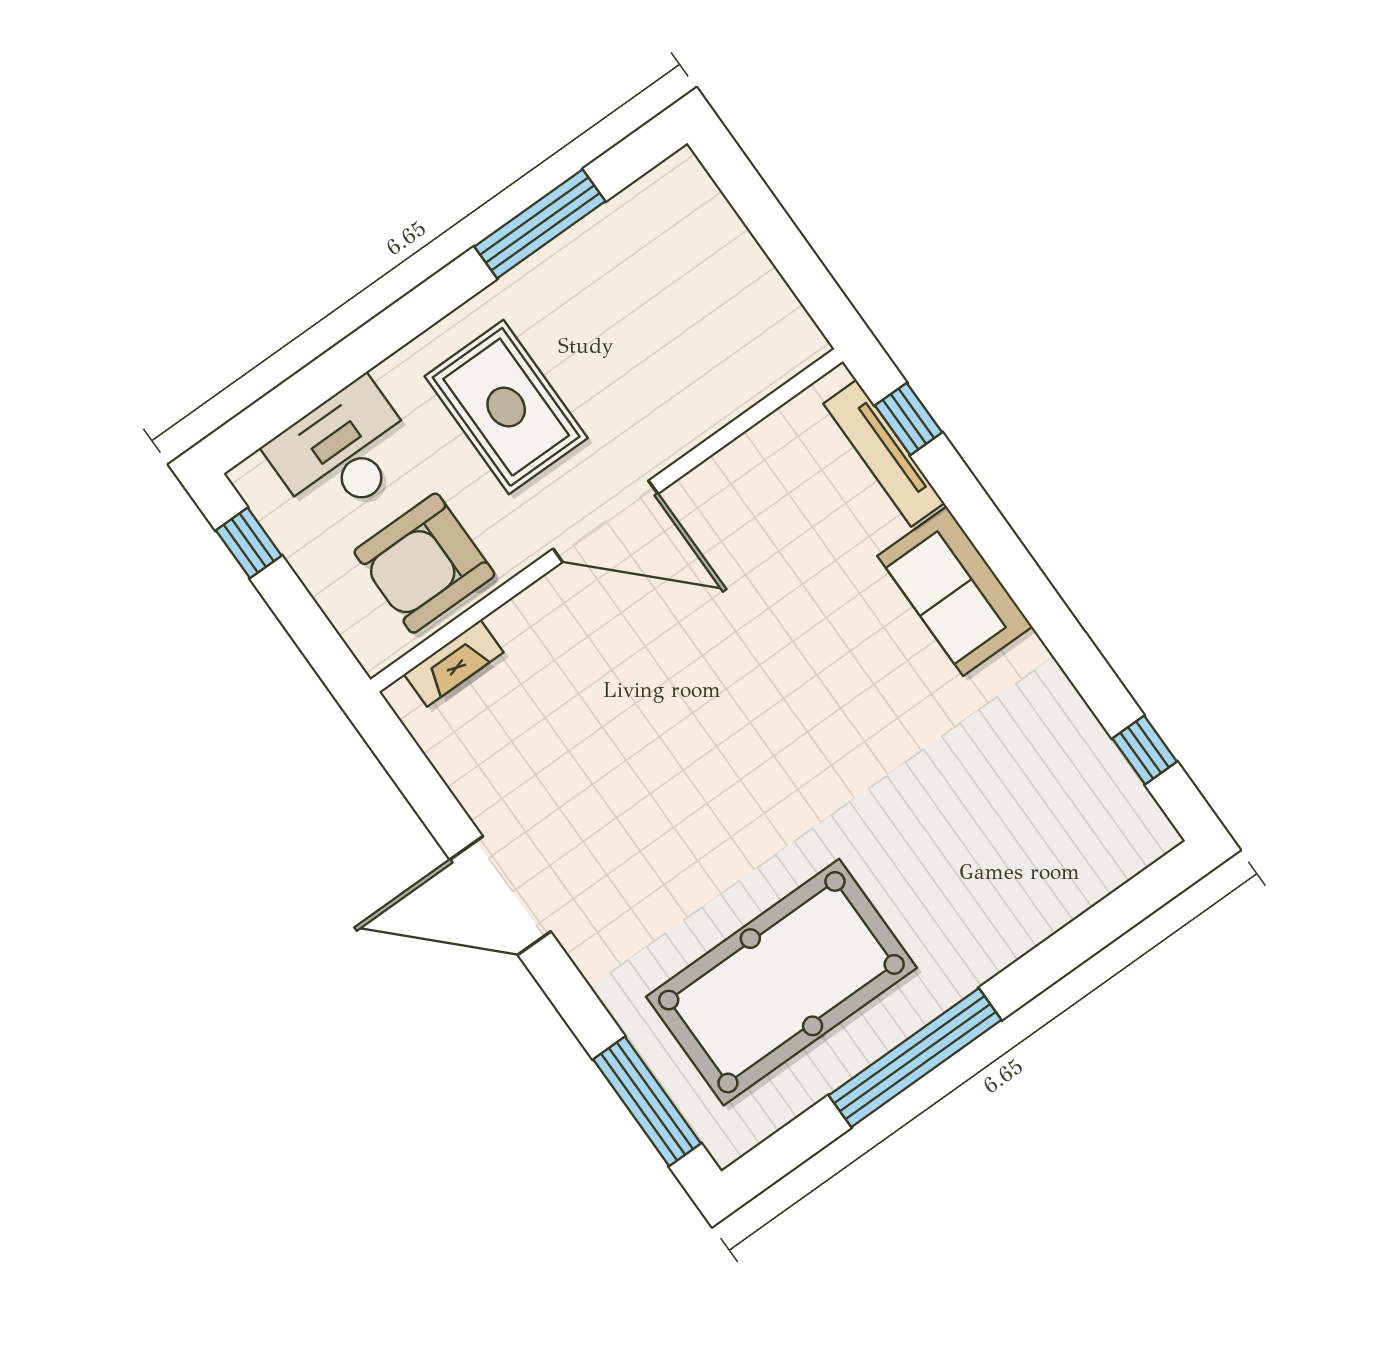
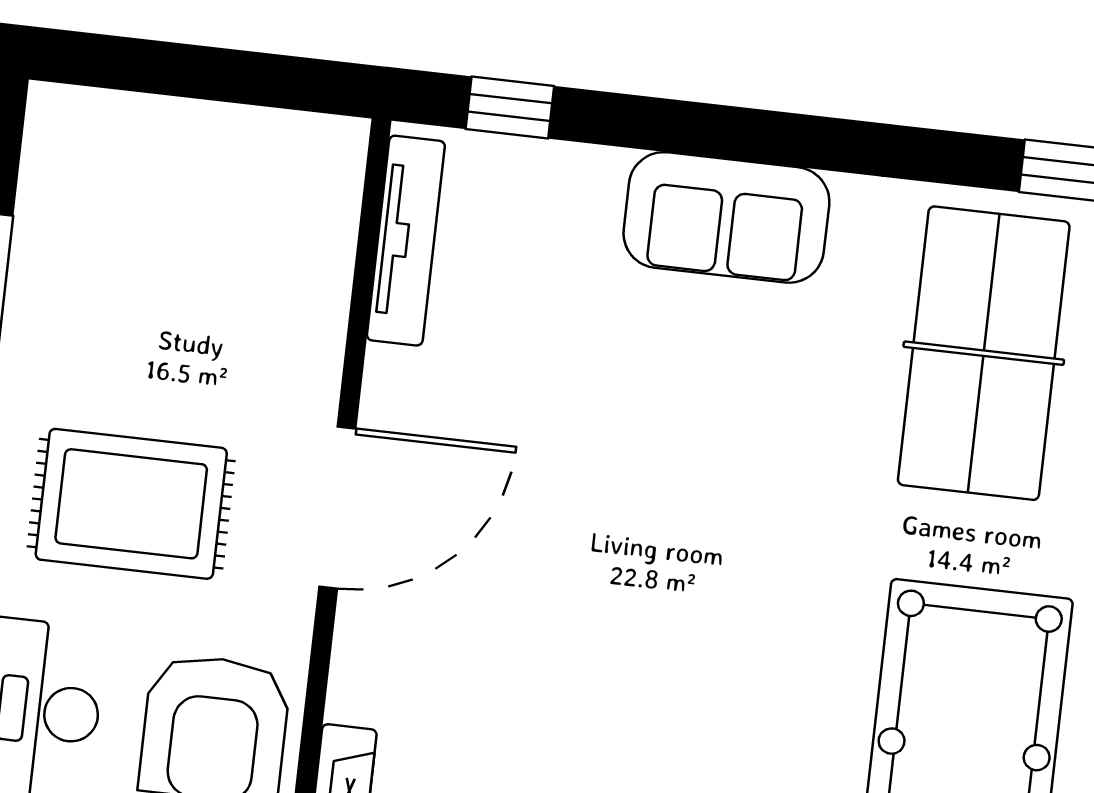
tv unit: (884, 453) -> (406, 241), moved, turned -90
table tennis table: (1007, 798) -> (984, 353), added

